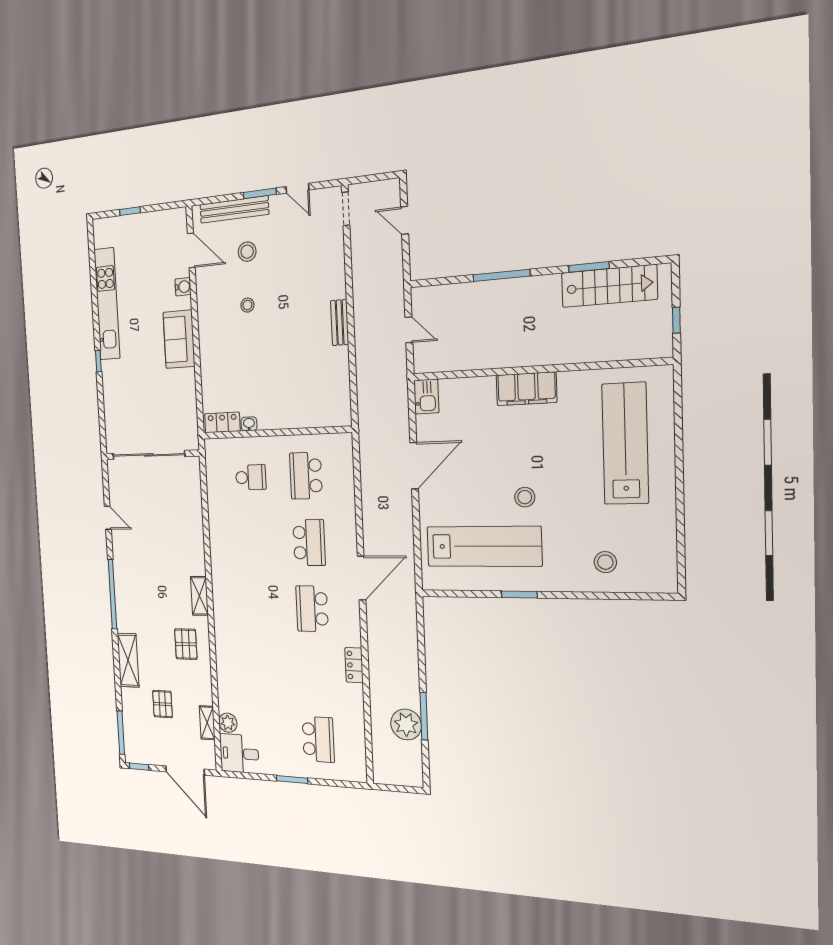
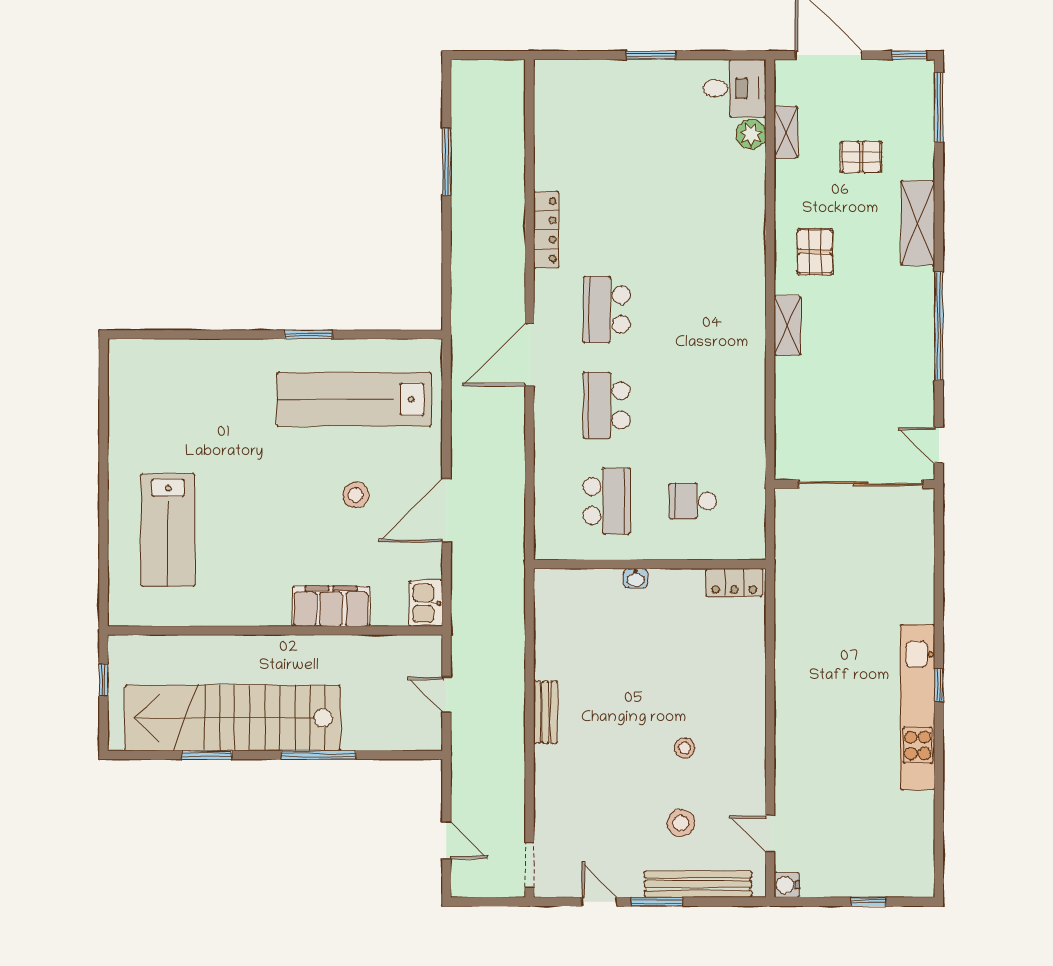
door: (191, 250) -> (770, 834), width x0.73
stairs: (609, 286) -> (233, 718), width x1.86, depth x1.51
water cooler: (183, 287) -> (787, 885), moved
kitchen unit: (107, 304) -> (918, 707), moved
sofa: (179, 339) -> (798, 708), removed
filing cabinet: (526, 389) -> (331, 606), moved
washbasin: (249, 424) -> (636, 578), moved
lab bench: (625, 444) -> (168, 530), width x0.73
sliding door: (149, 455) -> (861, 484), moved
wall: (152, 455) -> (854, 484), moved
stool: (525, 497) -> (356, 495), moved
stool: (605, 562) -> (196, 378), removed
school desk: (312, 609) -> (607, 310), turned 180
locker: (354, 665) -> (546, 230), width x1.53
pallet: (163, 704) -> (861, 157), turned 90
plant: (406, 724) -> (473, 148), removed
school desk: (318, 739) -> (607, 118), removed

